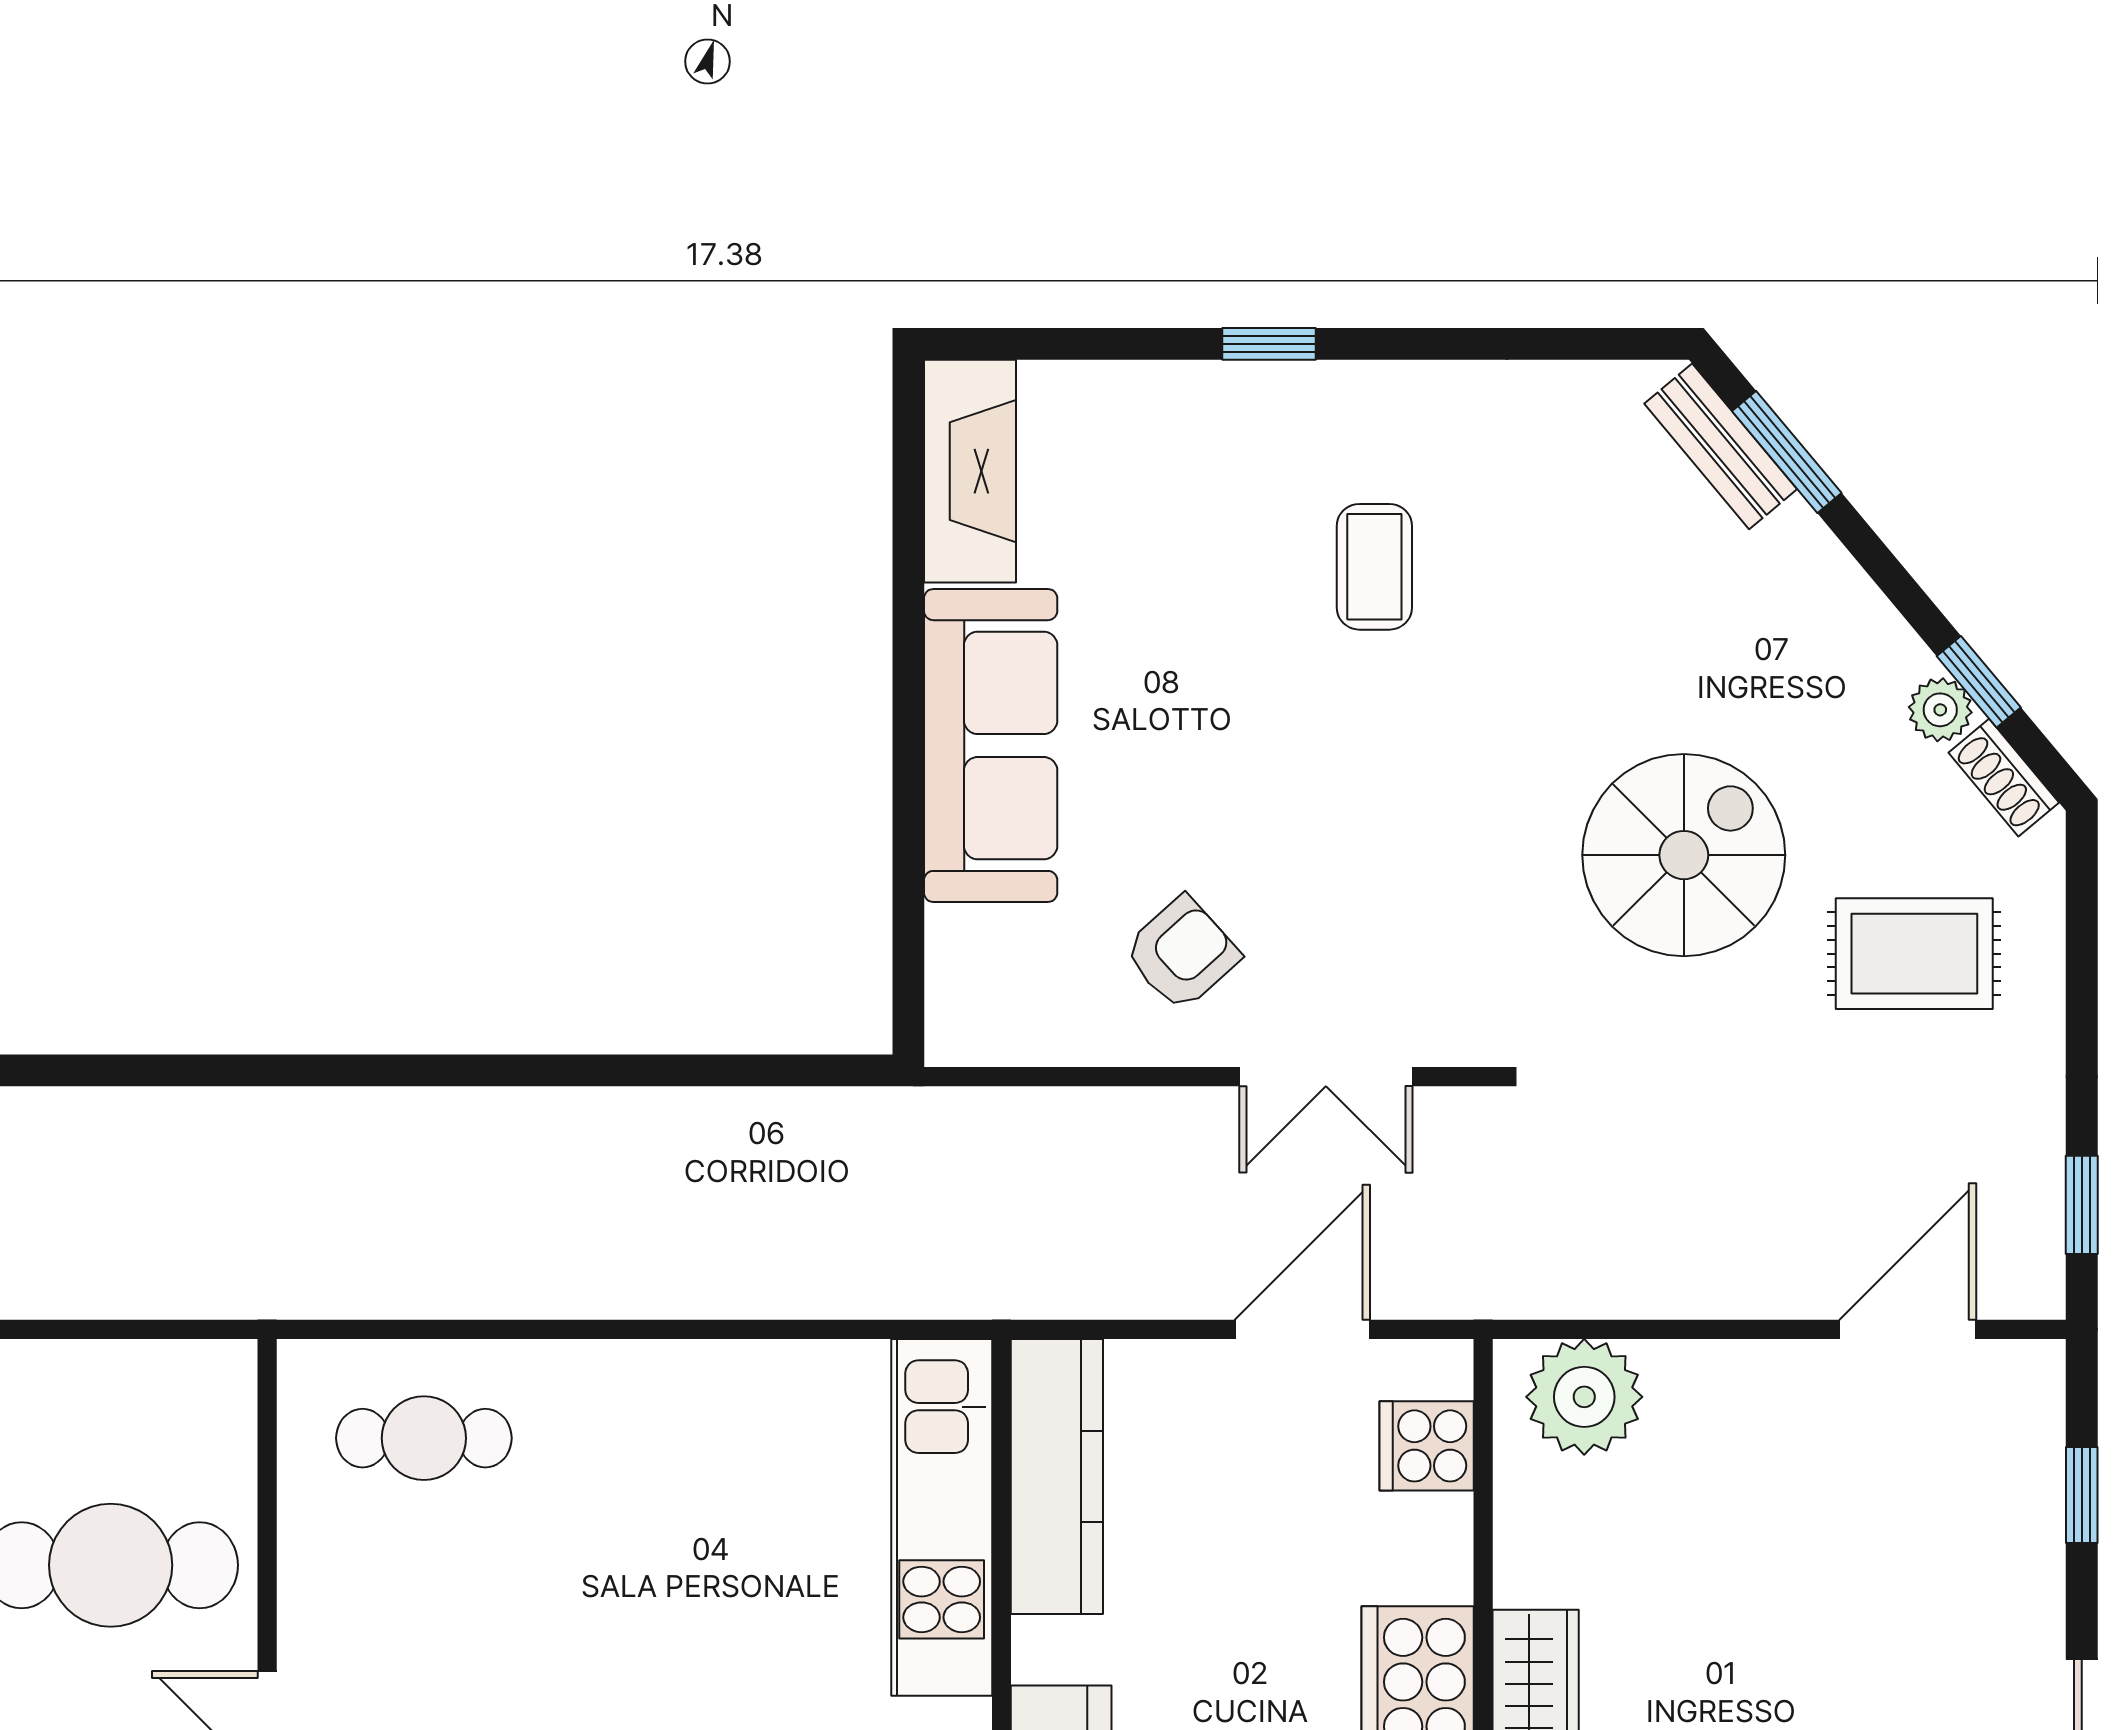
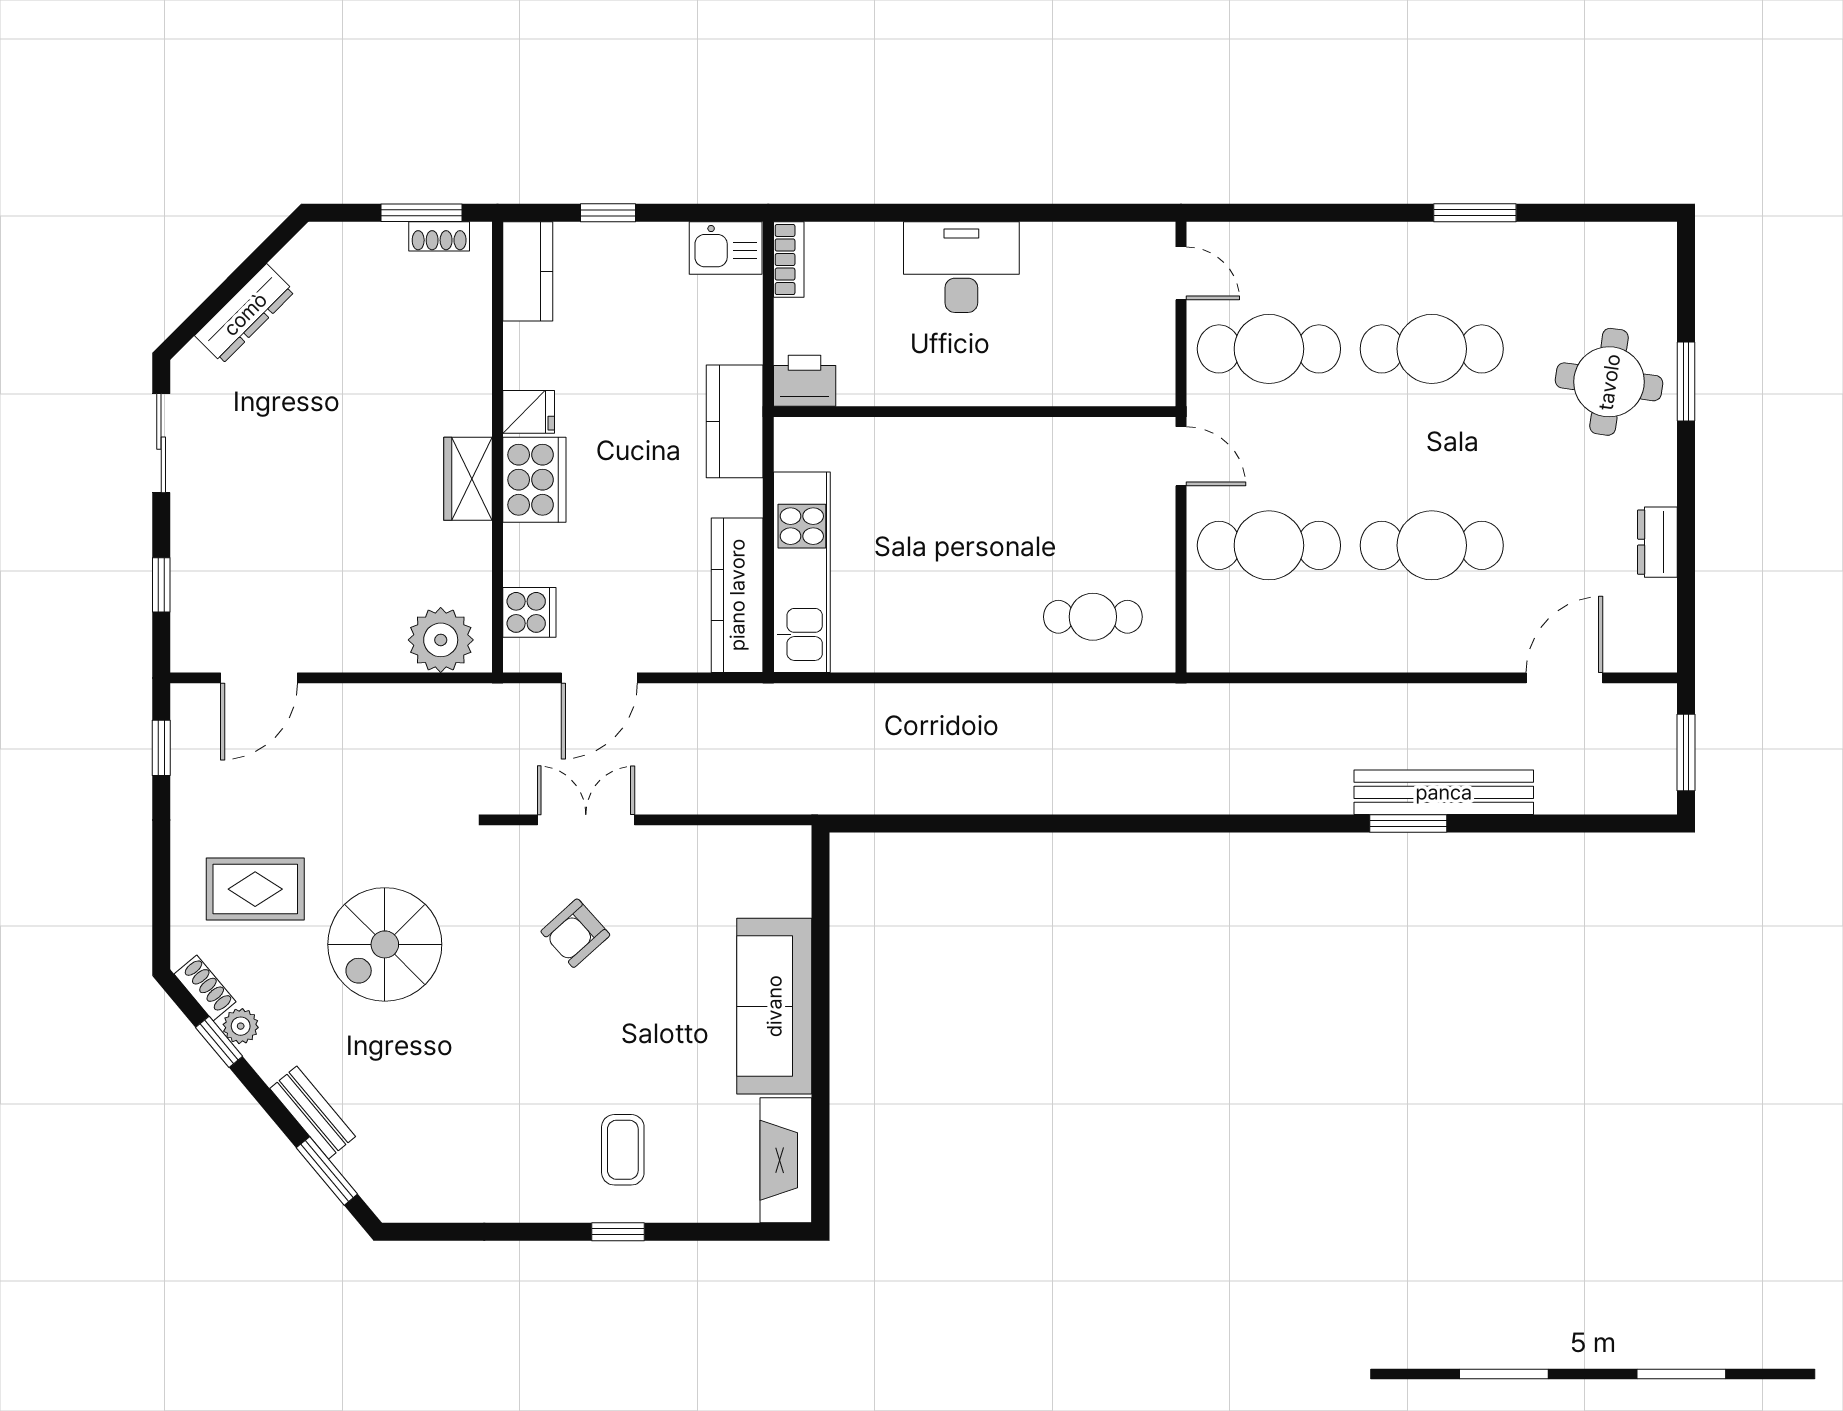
bench: (1721, 446) -> (313, 1113), moved
coffee table: (1374, 567) -> (623, 1150), moved
armchair: (1182, 953) -> (575, 933), moved

